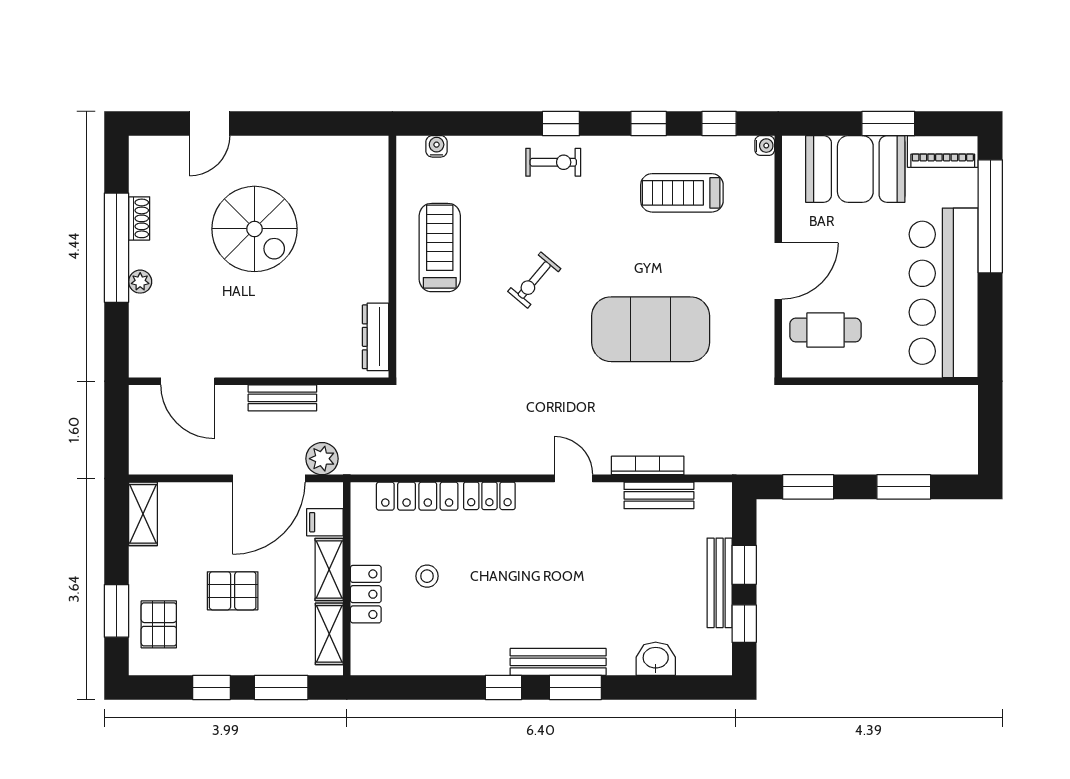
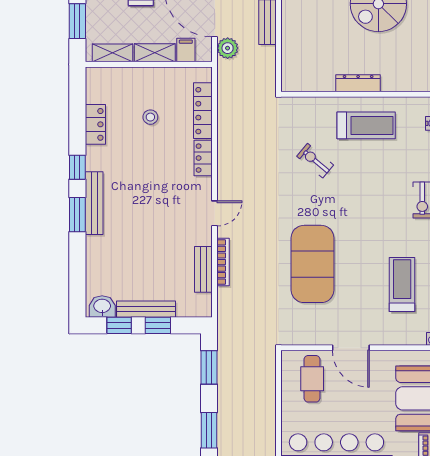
exercise bike: (534, 280) -> (315, 161), moved
dresser: (376, 337) -> (358, 83), moved
locker: (366, 594) -> (95, 124), moved, turned -90
washbasin: (656, 659) -> (102, 307), moved, turned -90

